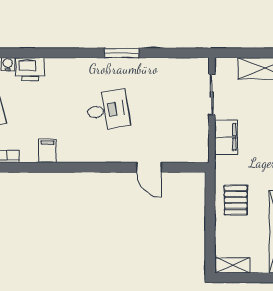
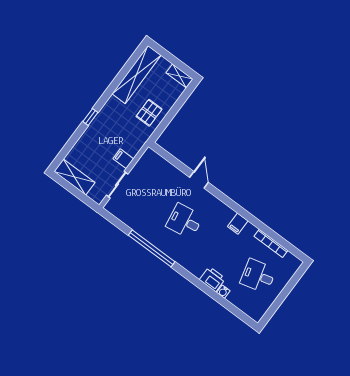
window: (122, 53) -> (152, 248), width x2.11
filing cabinet: (226, 137) -> (123, 159), width x0.50
door: (149, 167) -> (199, 180), moved

